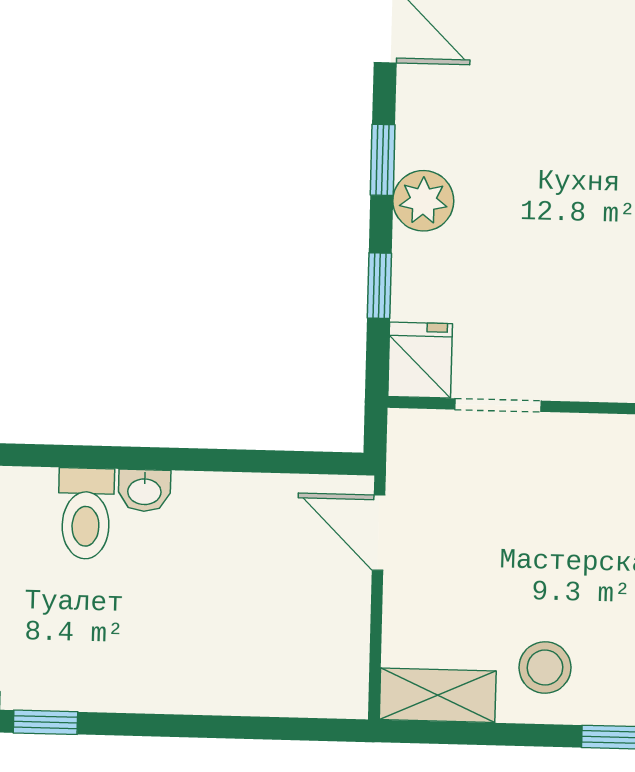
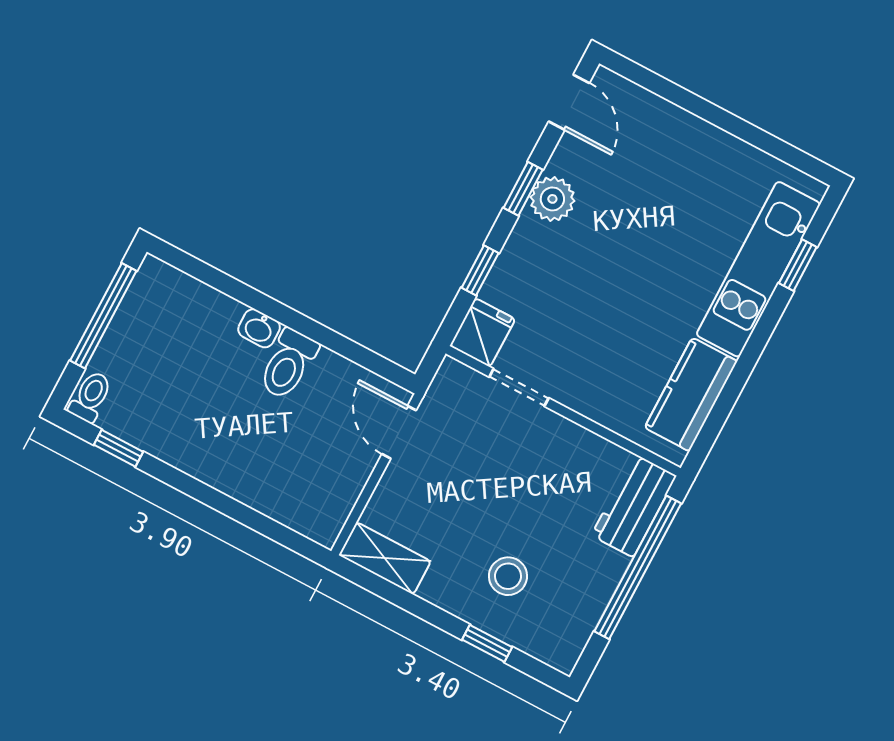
plant: (423, 201) -> (552, 199), moved
toilet: (86, 514) -> (288, 364), moved
stool: (545, 668) -> (508, 576), moved

